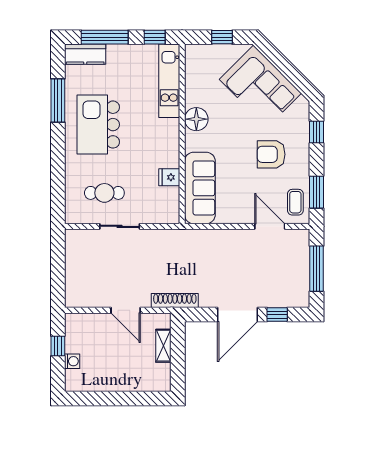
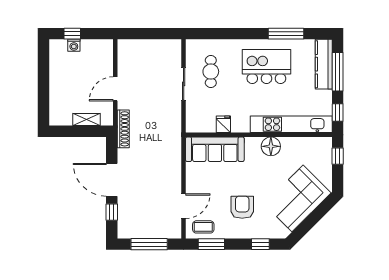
window: (222, 37) -> (338, 156), moved
kitchen counter: (85, 54) -> (324, 64), width x1.50
kitchen unit: (169, 81) -> (291, 124), width x1.36
window: (58, 346) -> (72, 34), moved

